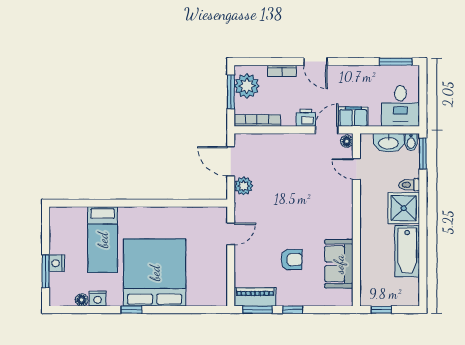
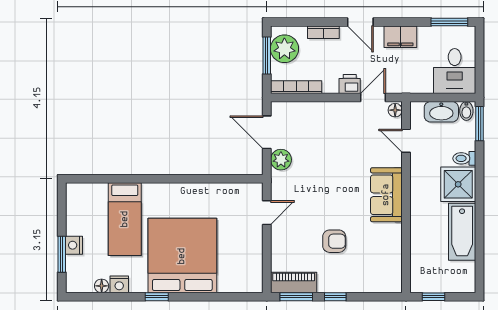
filing cabinet: (353, 117) -> (400, 37), moved, turned 180
sofa: (339, 264) -> (386, 195), moved

